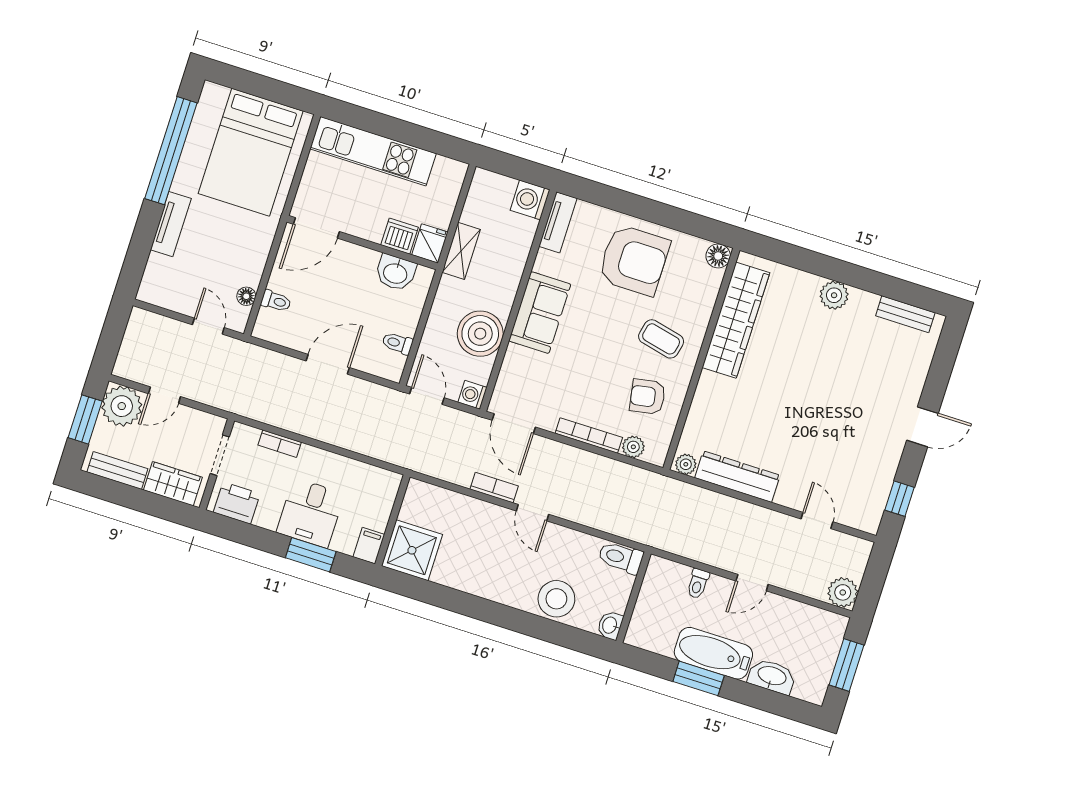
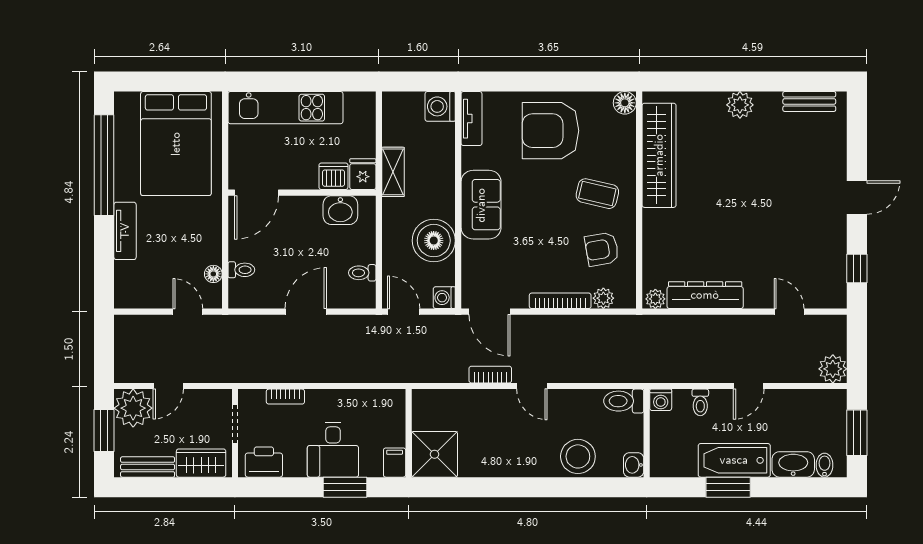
armchair: (634, 260) -> (550, 131), turned 180
washing machine: (659, 568) -> (661, 400), added
bidet: (803, 687) -> (824, 465), added

